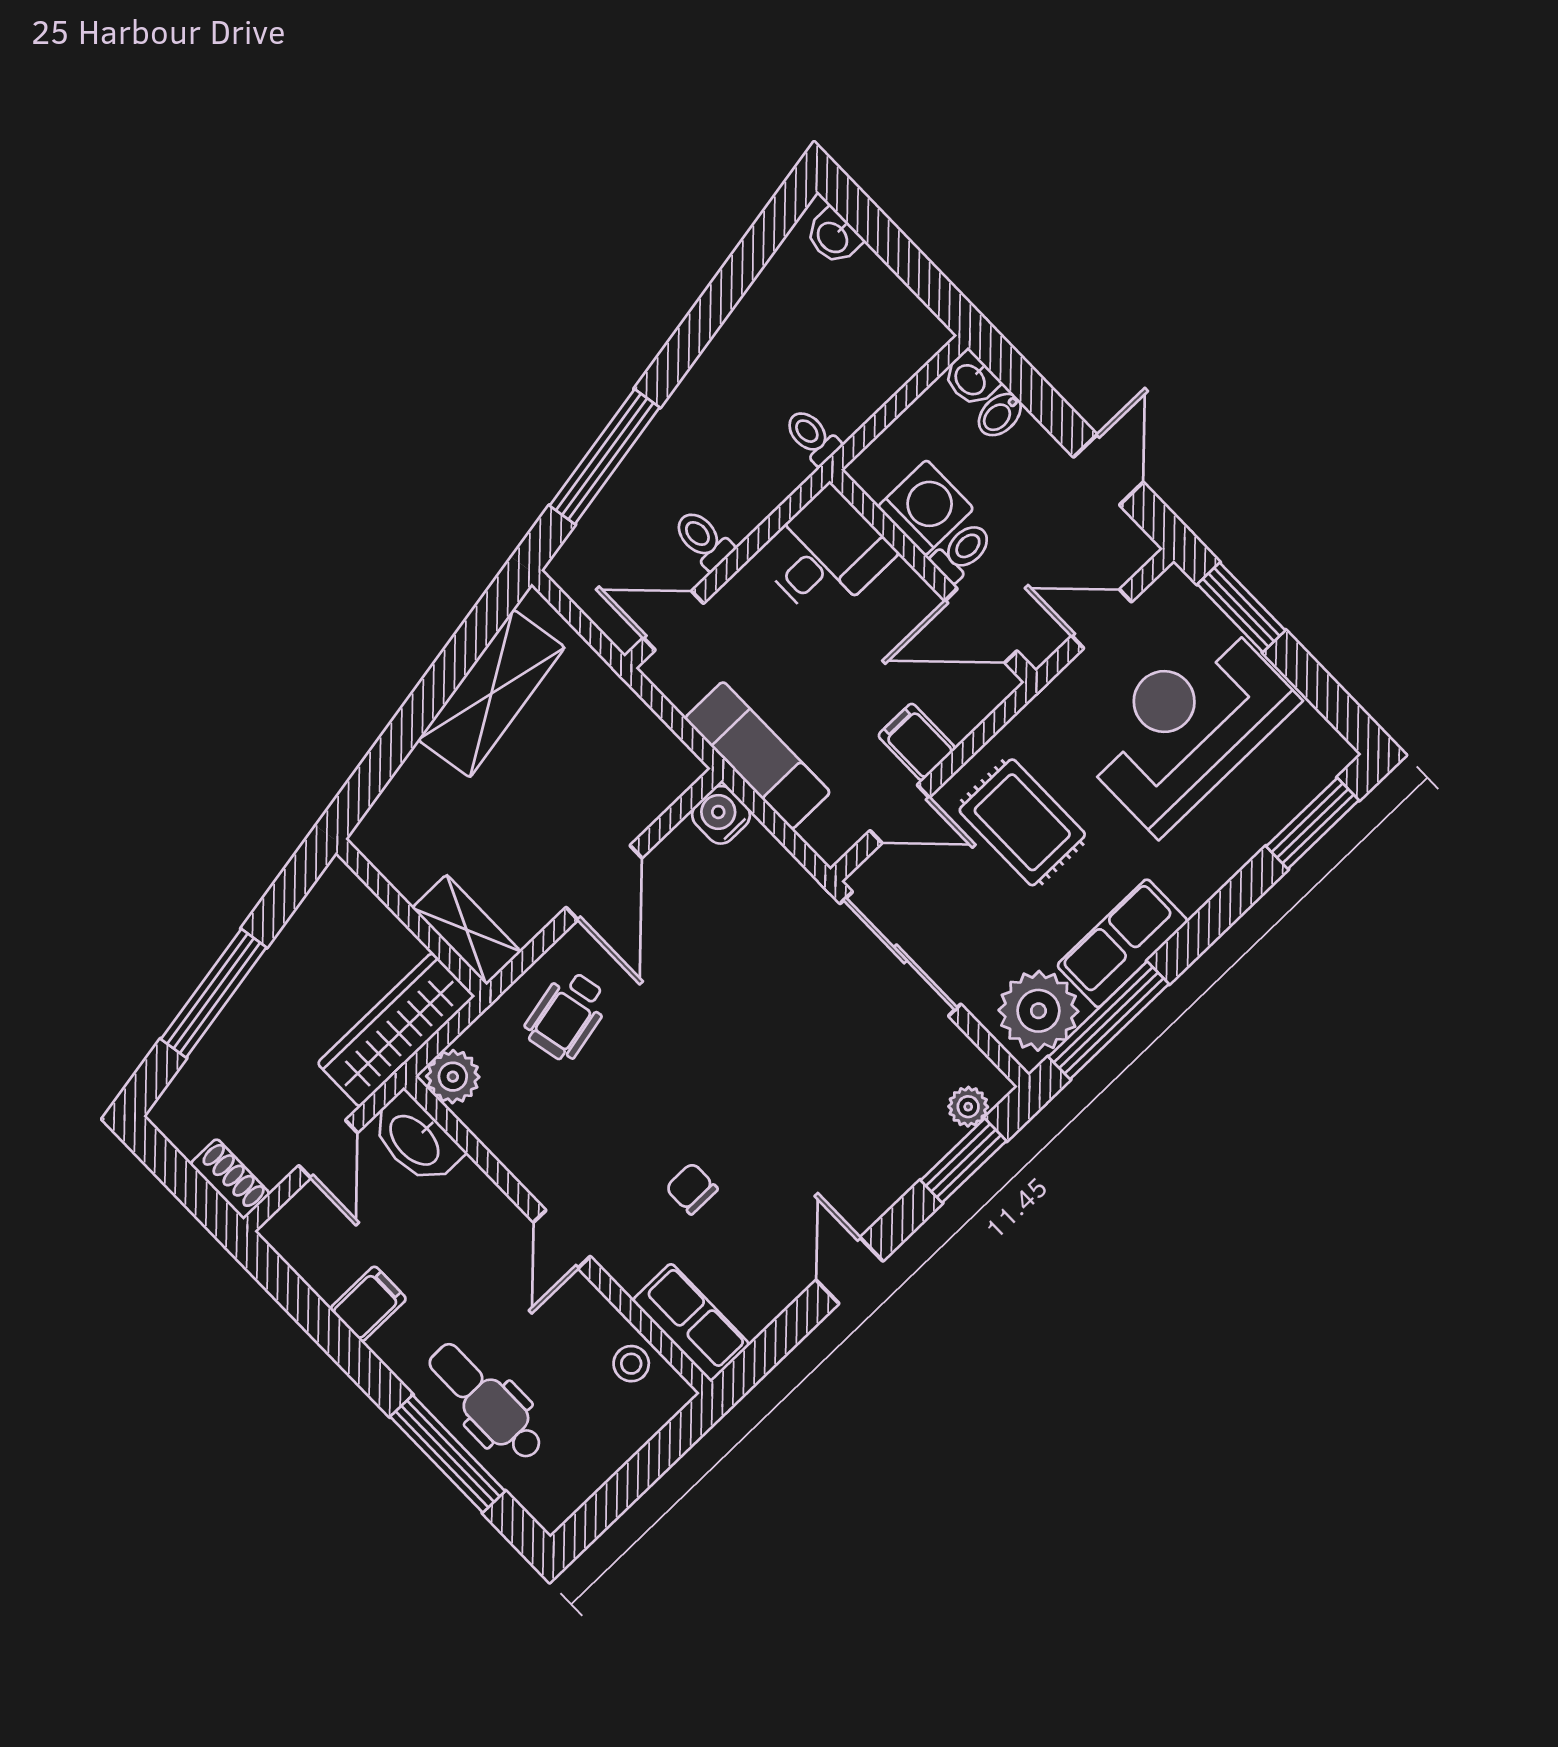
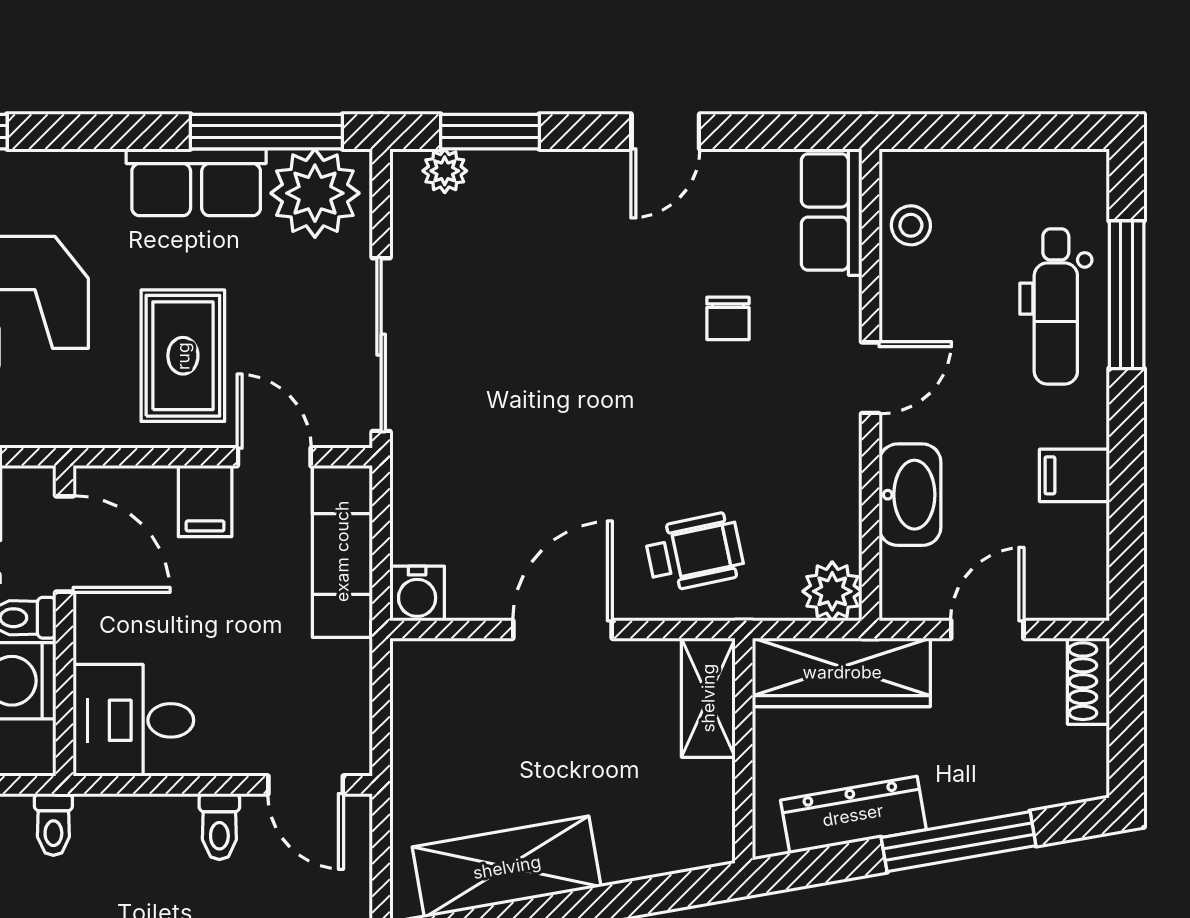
exam couch: (757, 755) -> (342, 551), moved
dresser: (299, 945) -> (853, 815), added
washbasin: (416, 1139) -> (910, 495), moved

